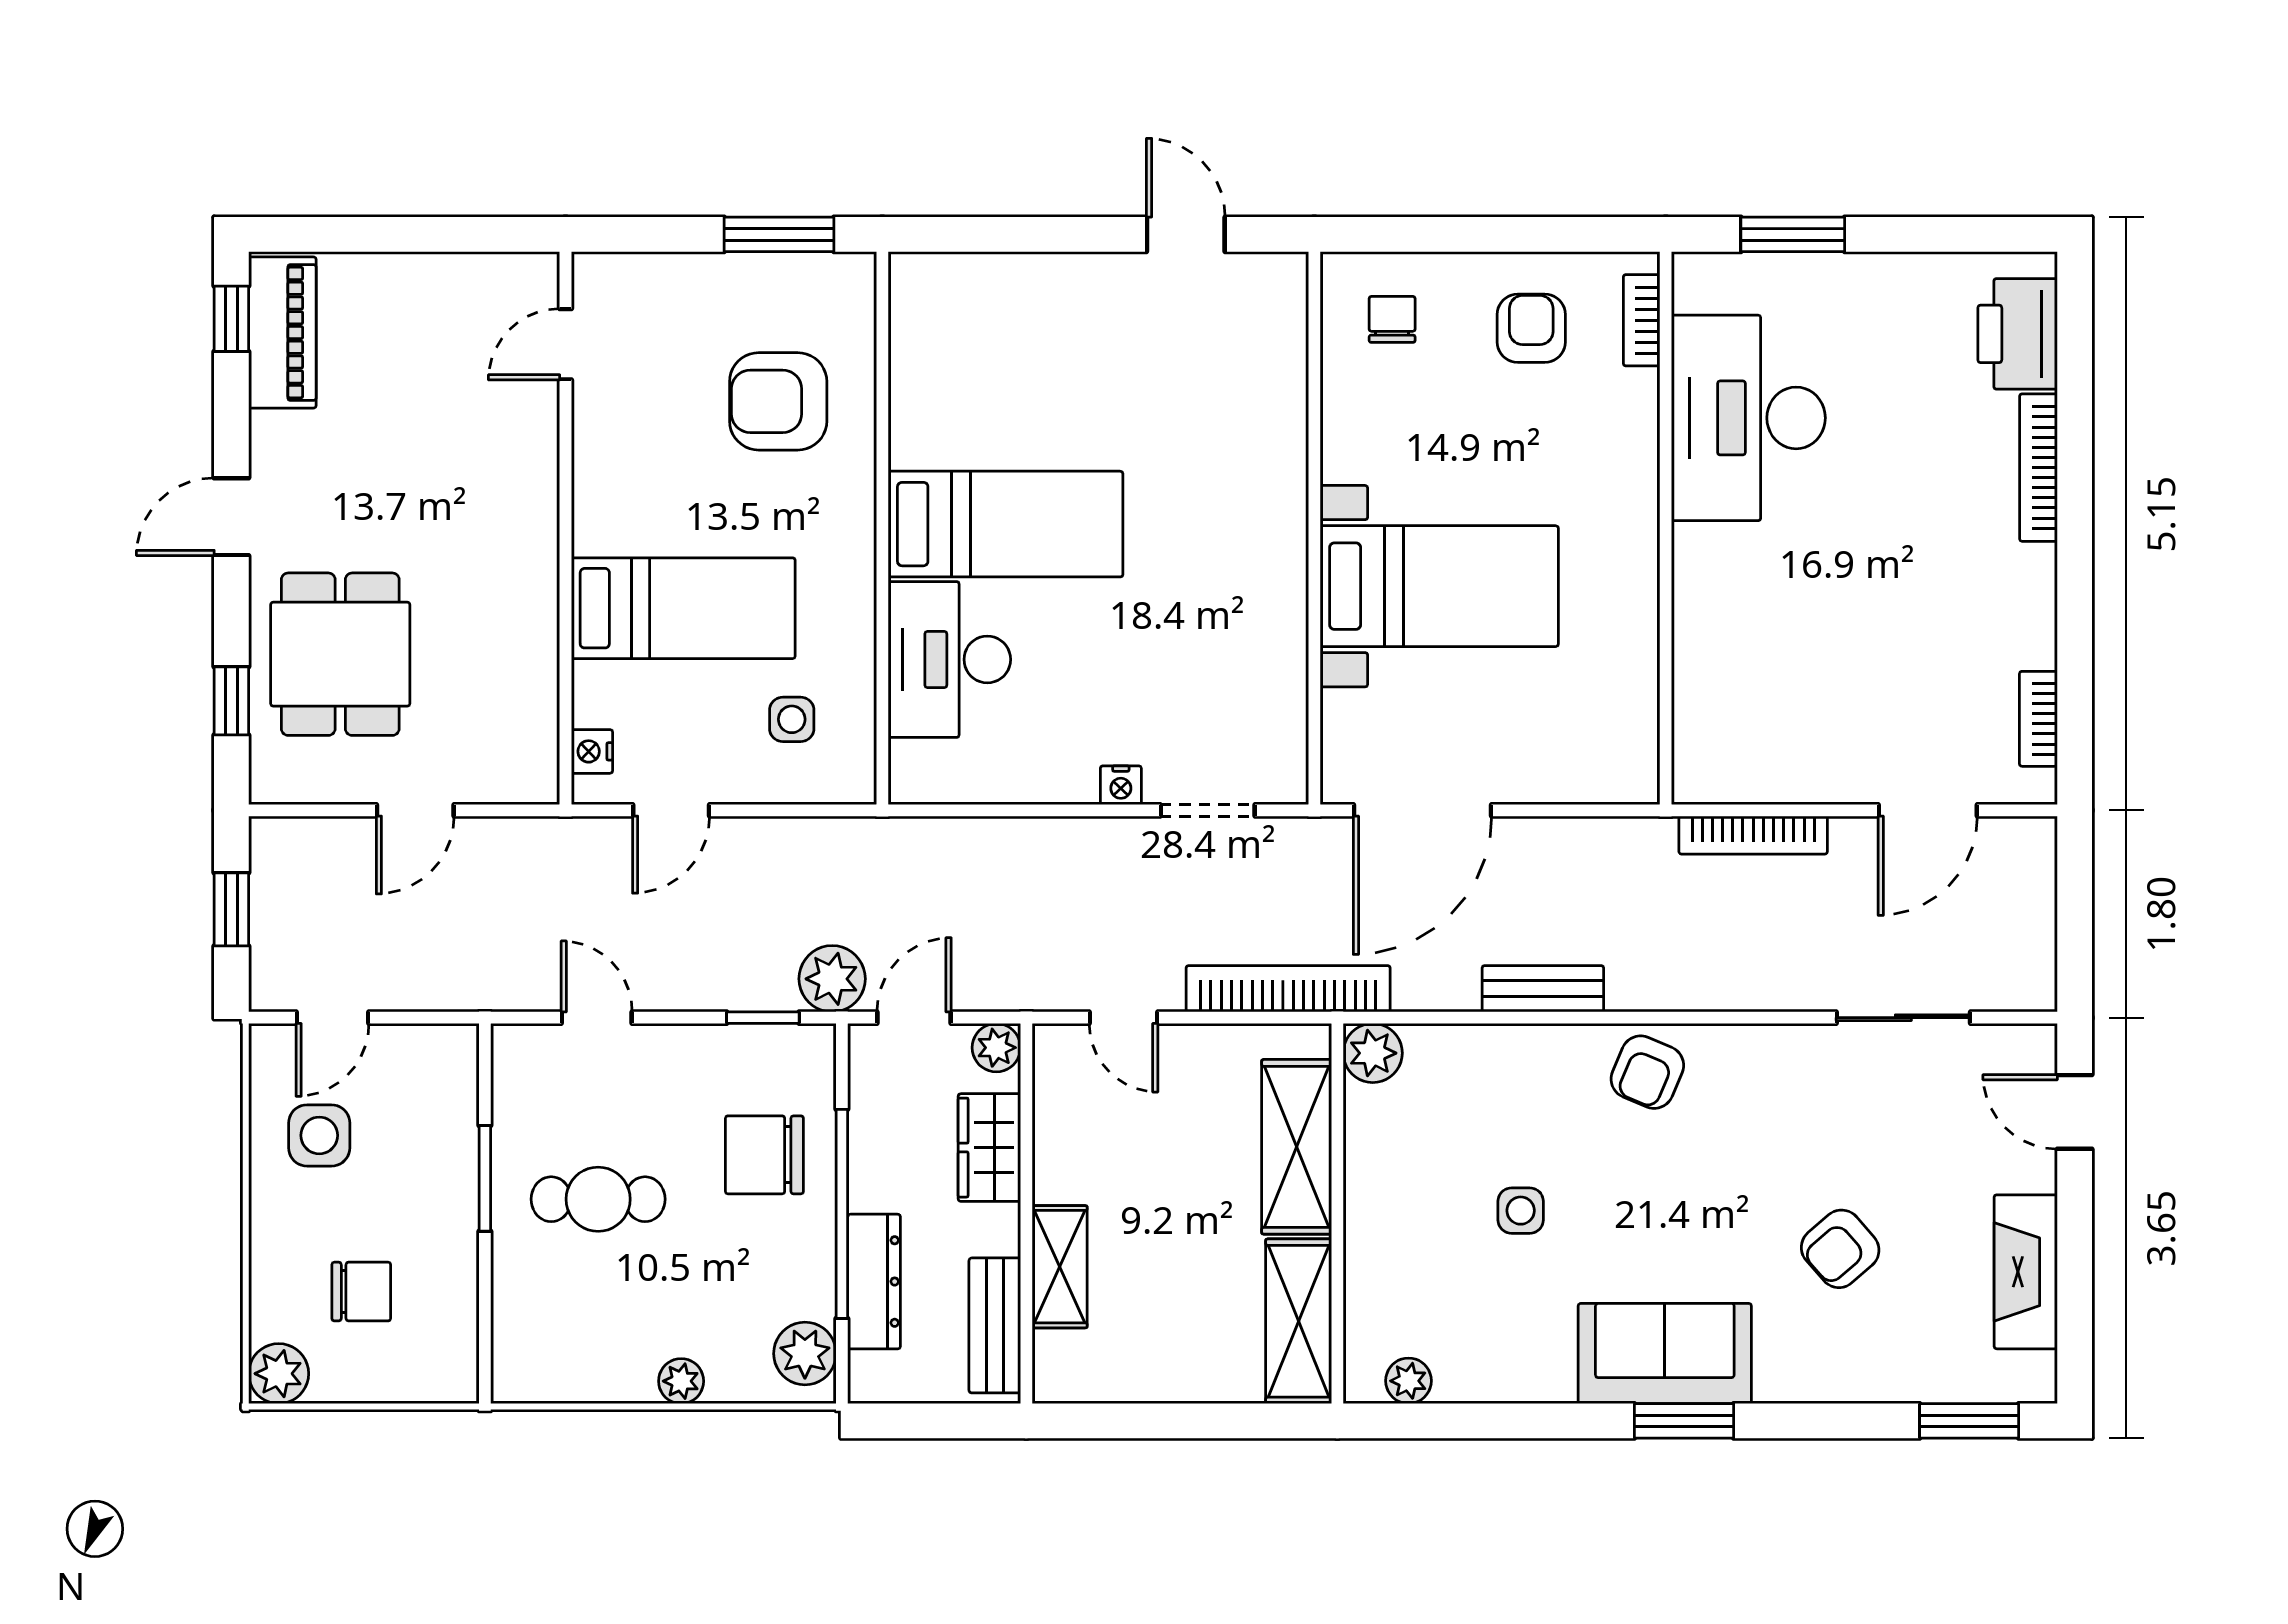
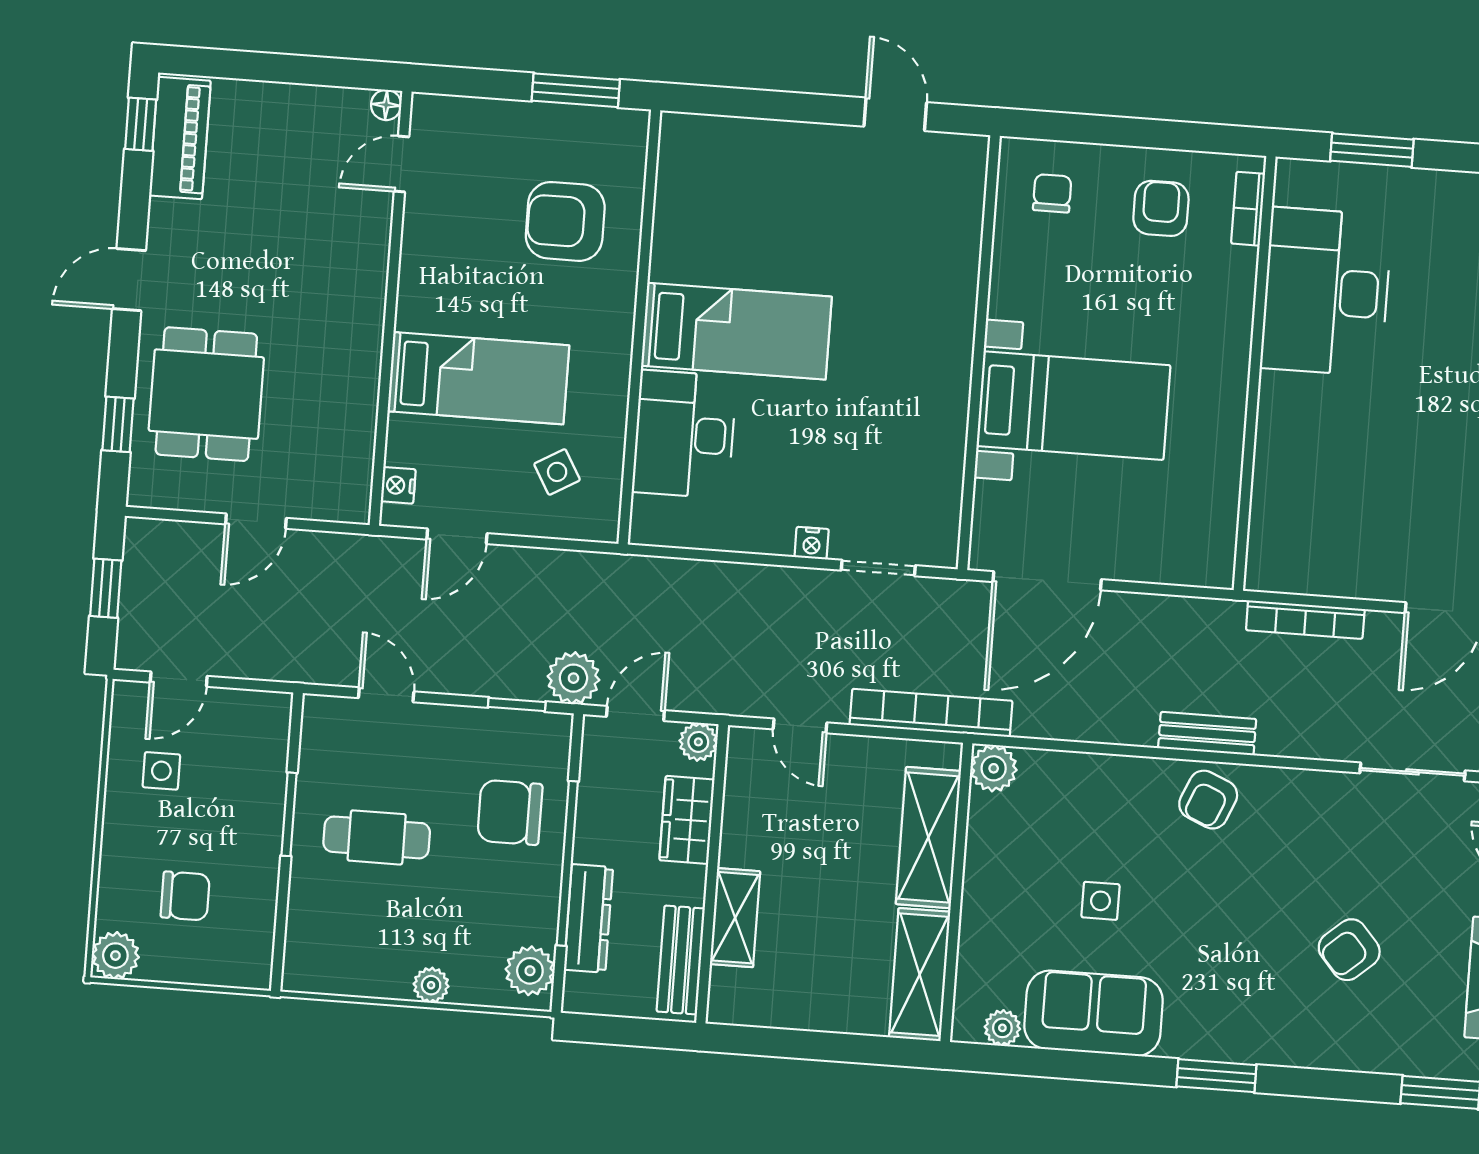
floor lamp: (540, 271) -> (386, 105), added
side table: (792, 719) -> (557, 472), turned -30
bench: (1543, 989) -> (1207, 734), moved
side table: (319, 1135) -> (161, 771), width x0.73, depth x0.73
sofa: (1665, 1354) -> (1094, 1013), moved

